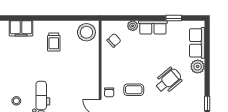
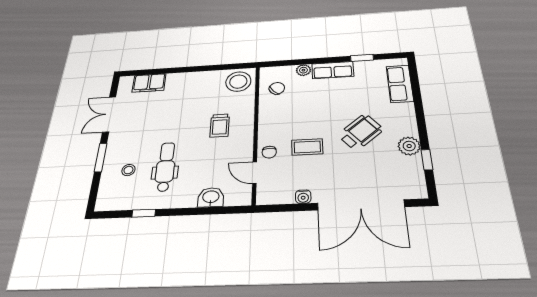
trolley: (54, 42) -> (220, 125), moved
plant: (198, 66) -> (409, 146), moved

